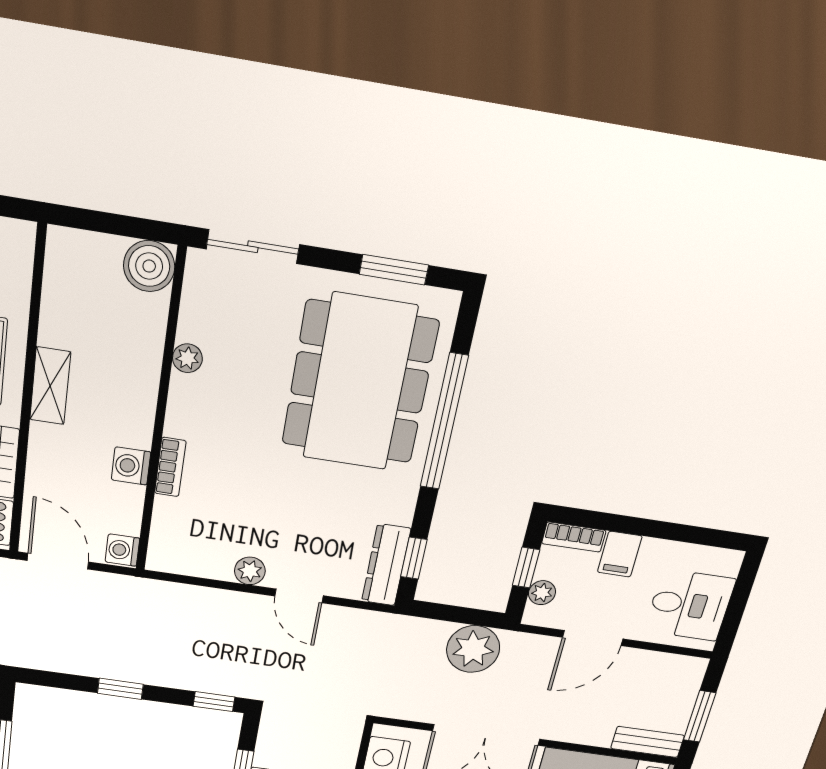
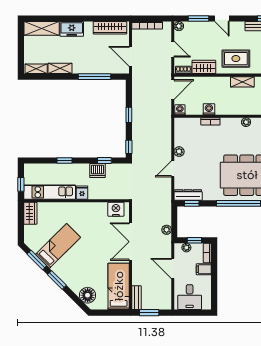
shelving: (50, 386) -> (242, 82), moved
plant: (473, 649) -> (167, 230), width x0.53, depth x0.53

